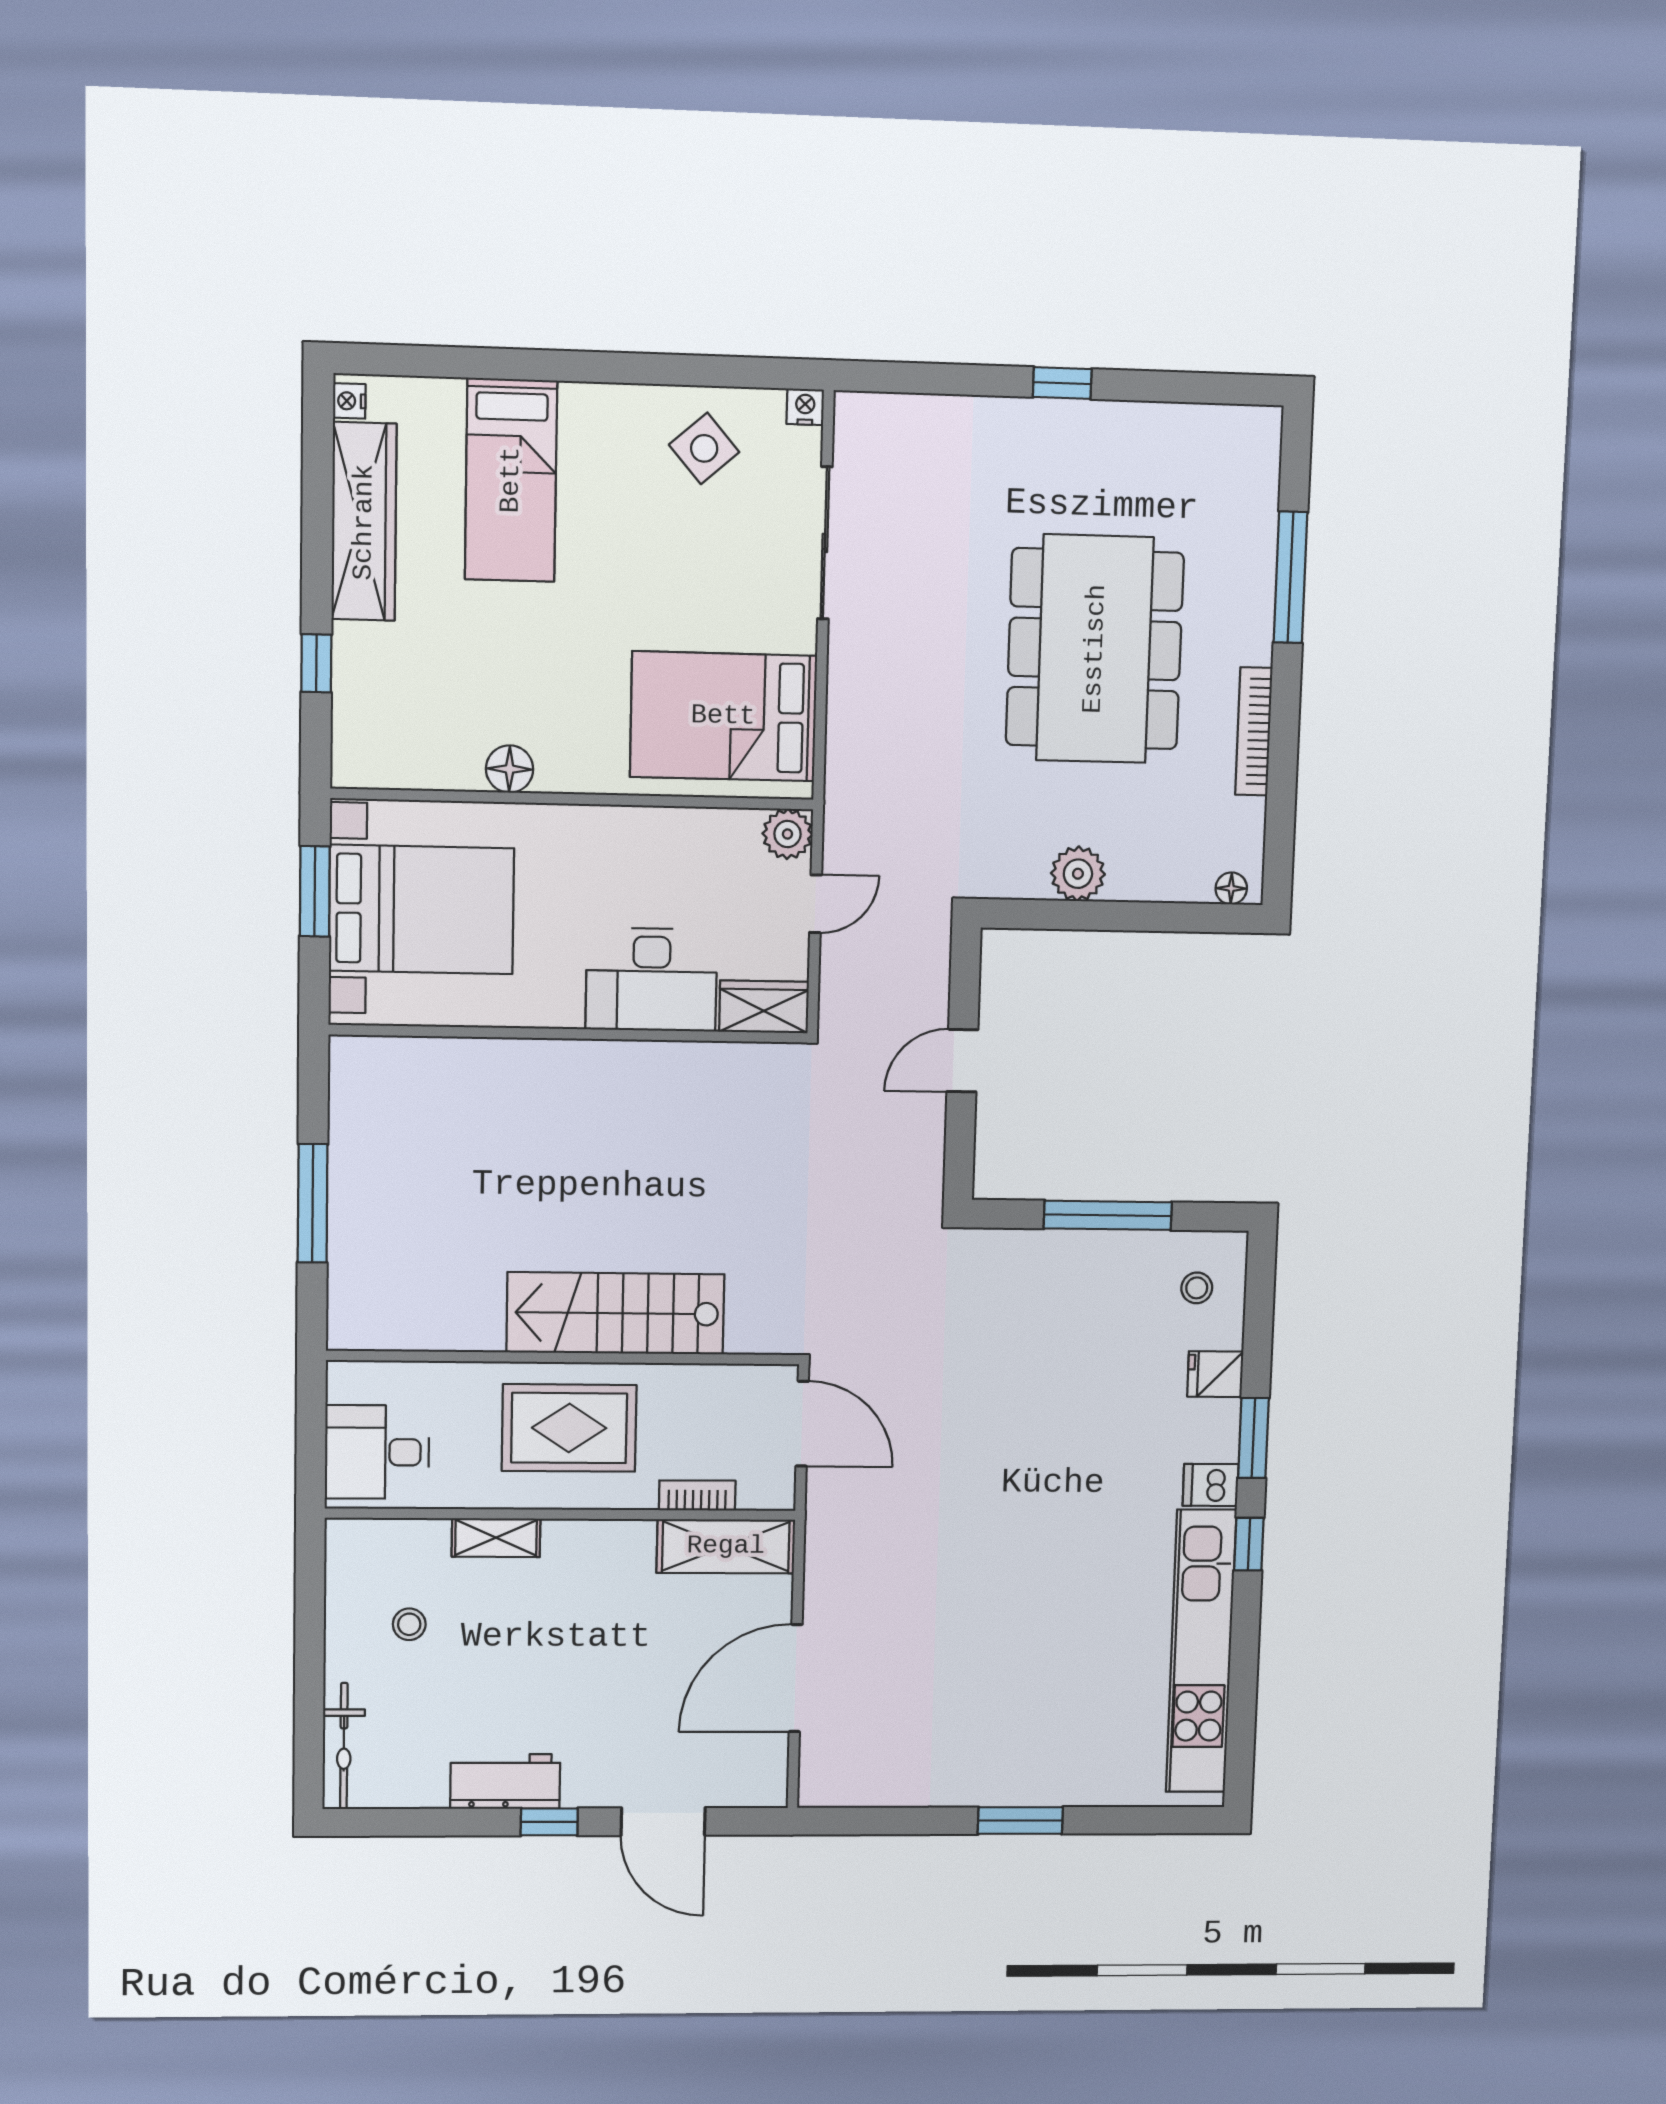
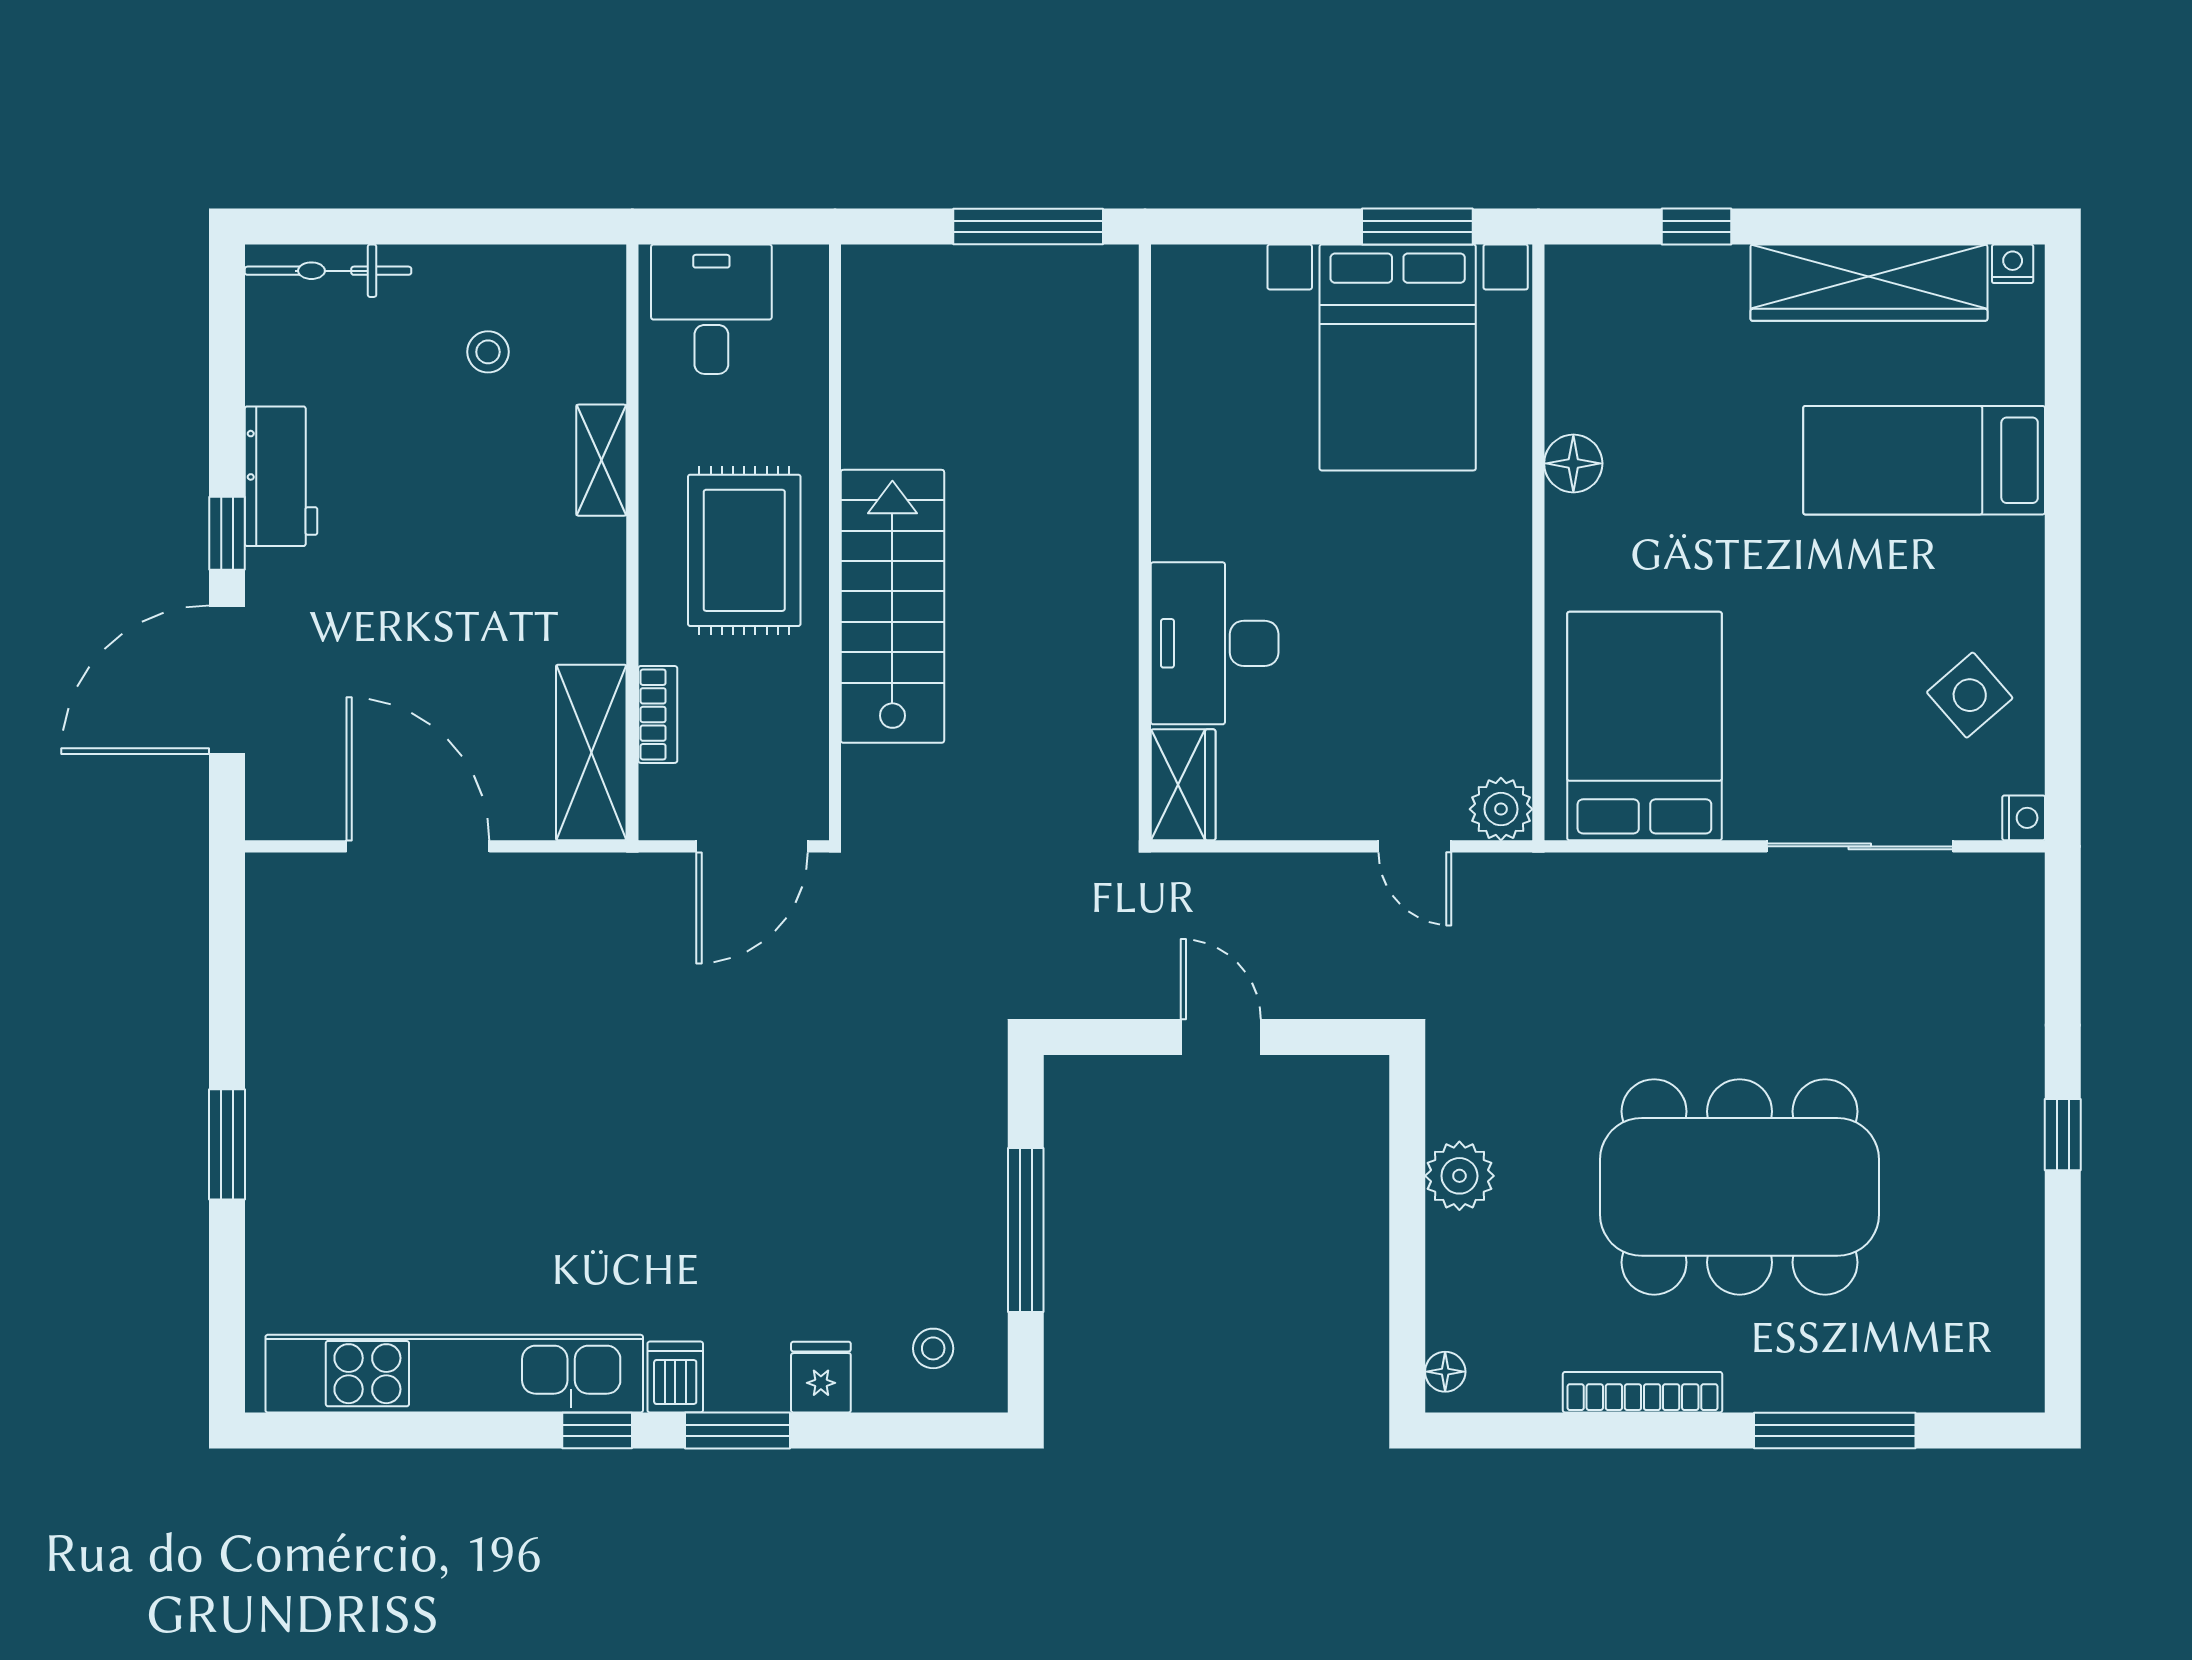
desk: (651, 980) -> (1215, 643), moved
wardrobe: (764, 1007) -> (1183, 785), moved
wall: (569, 1034) -> (1145, 542), moved
door: (663, 1822) -> (227, 680), width x1.36

